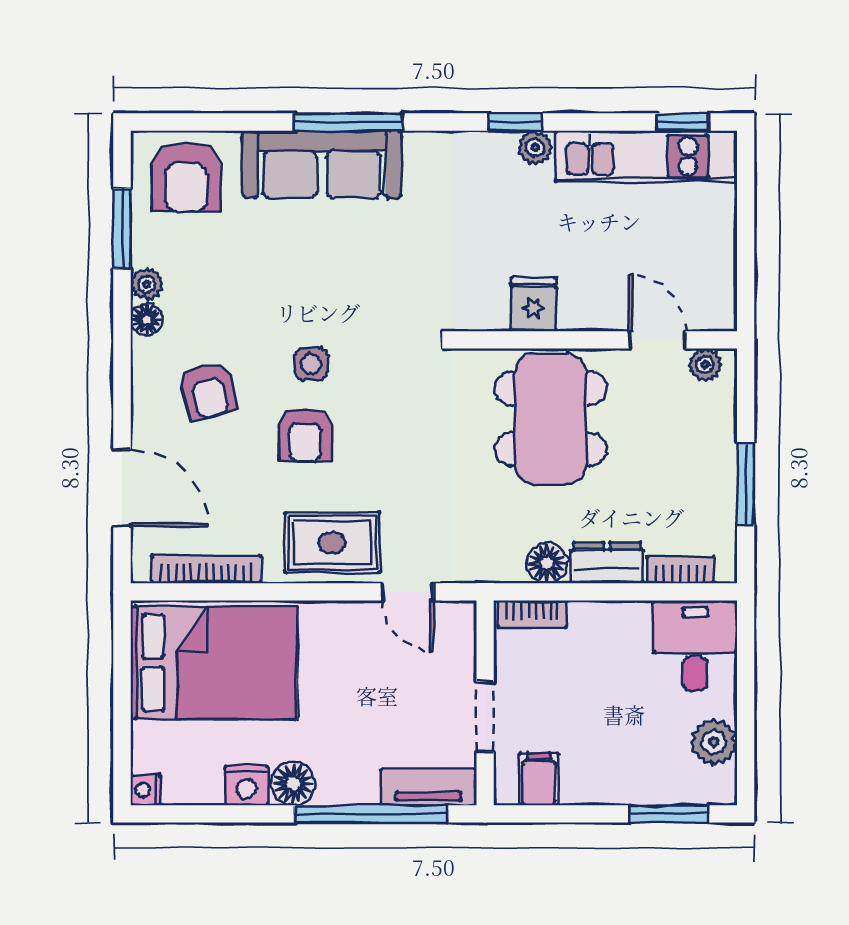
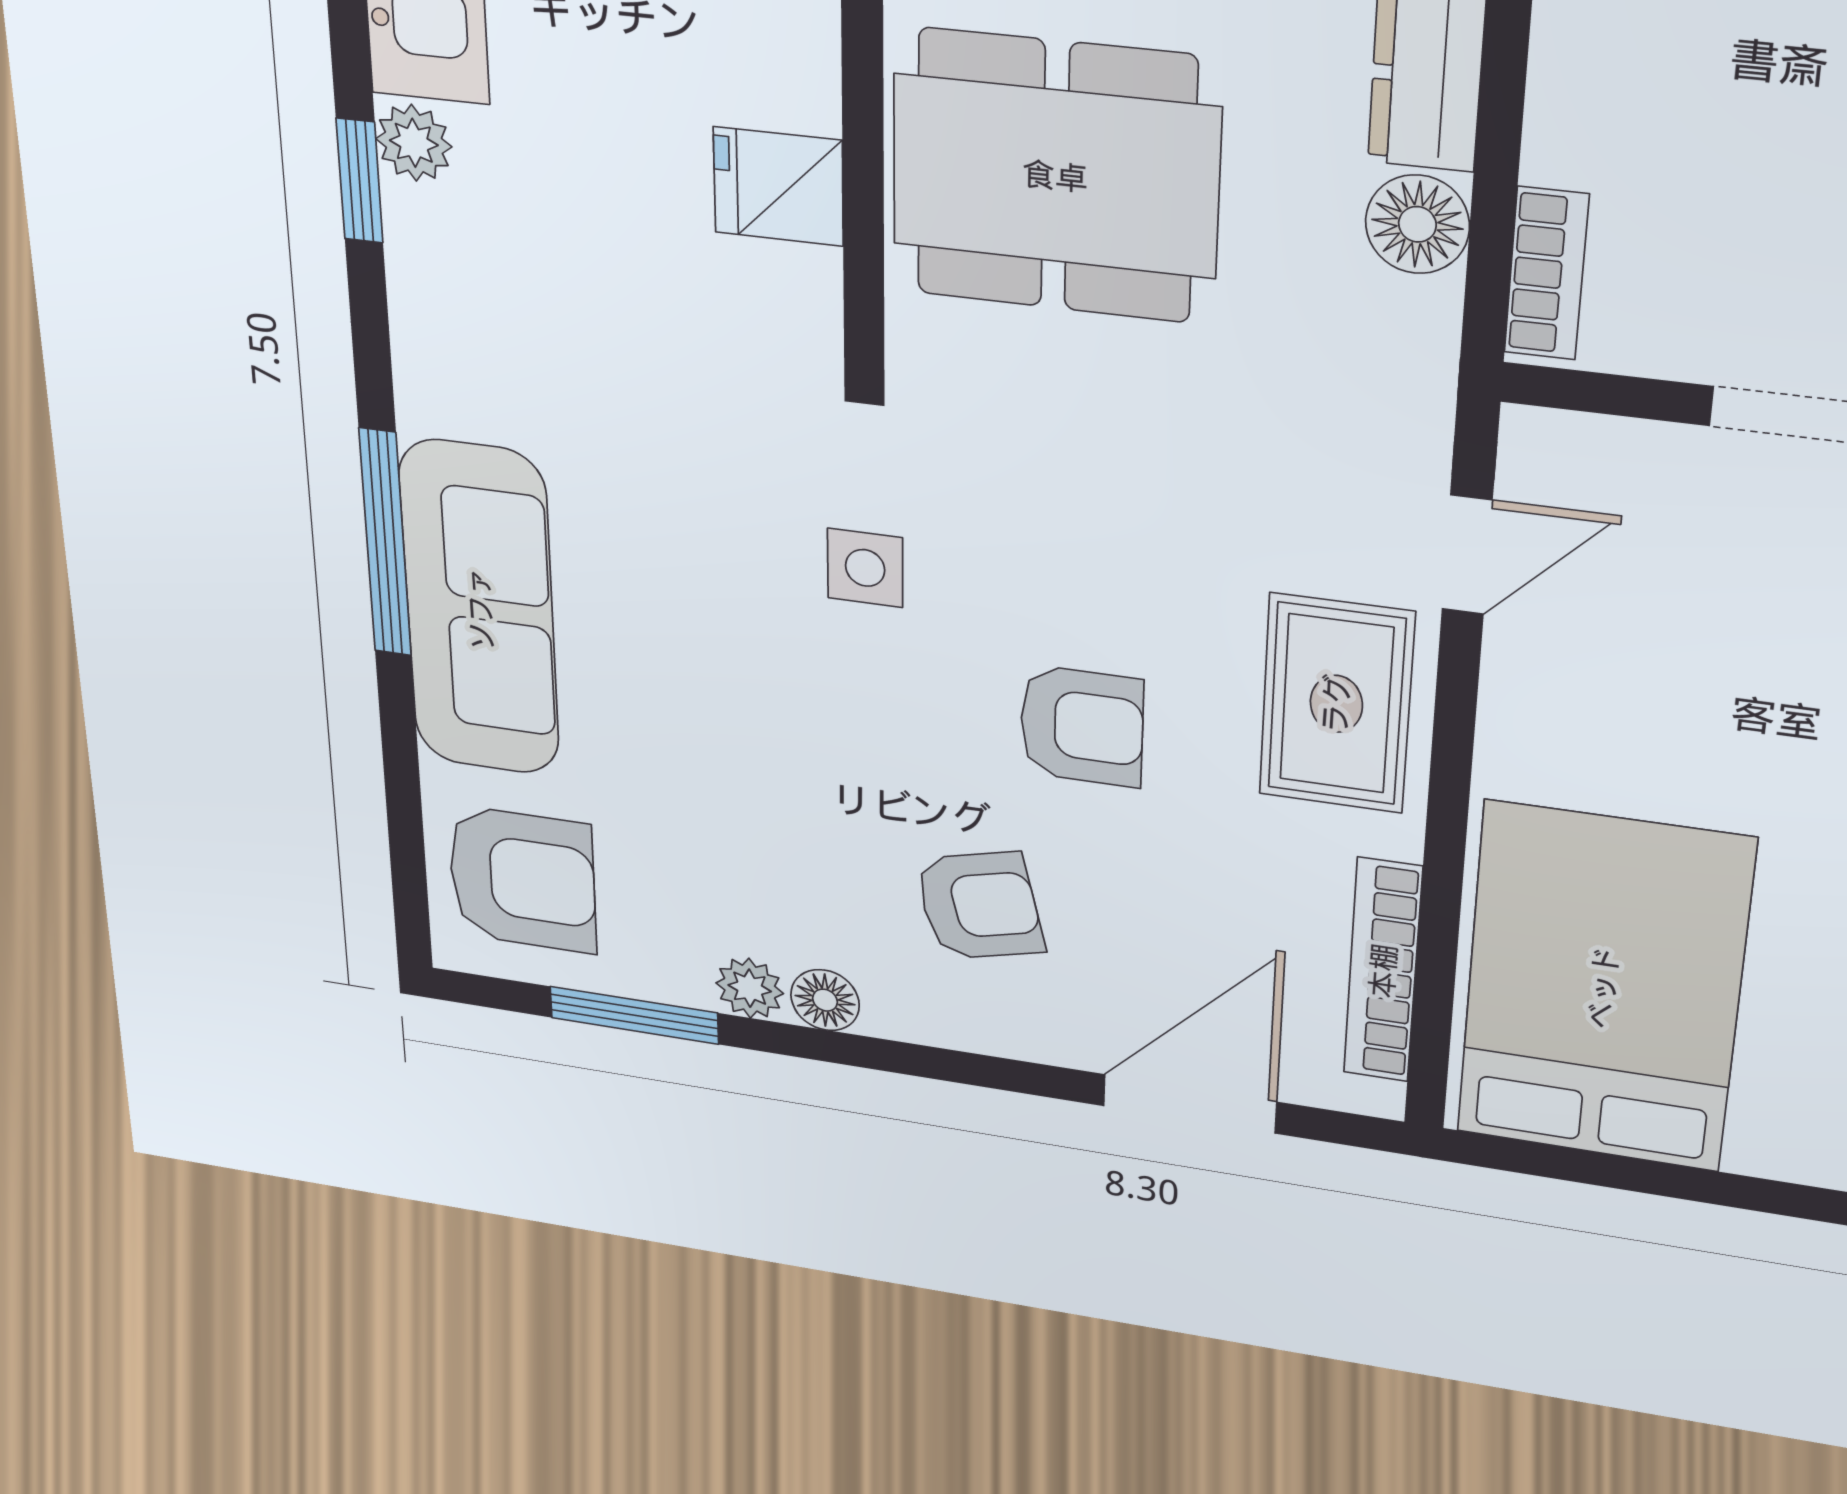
side table: (311, 364) -> (865, 568), moved

